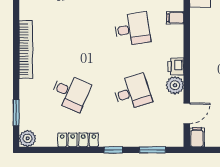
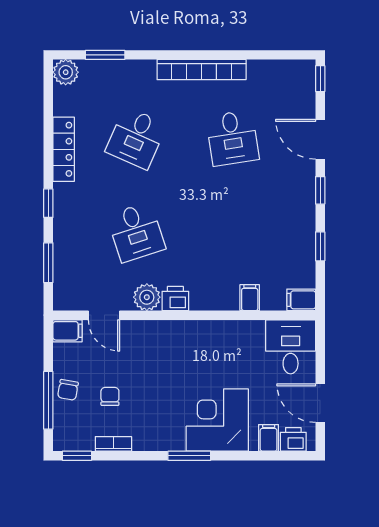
desk: (132, 29) -> (232, 138), moved

